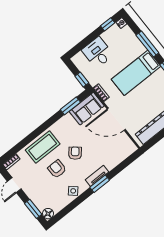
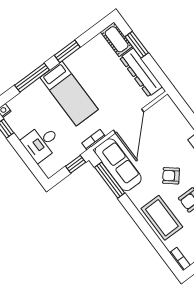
window: (70, 106) -> (110, 180), width x1.44
sofa: (87, 109) -> (118, 165), width x1.36

